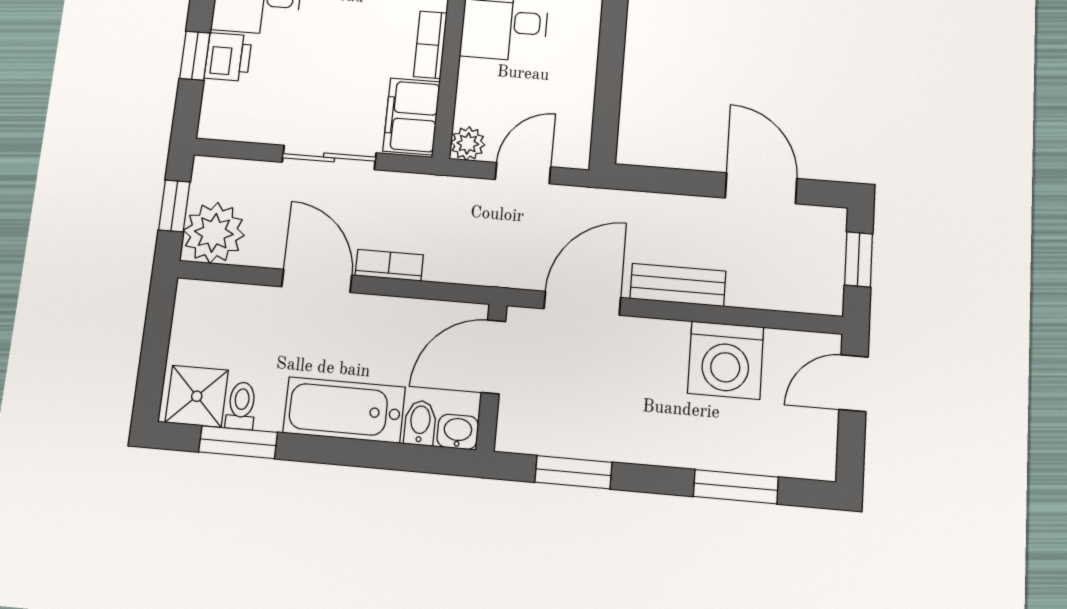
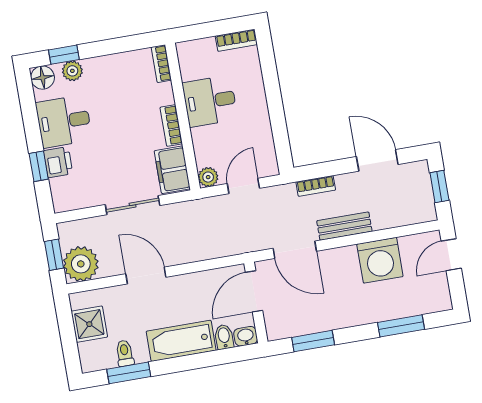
bookcase: (389, 265) -> (316, 186), moved, turned 180
door: (582, 303) -> (295, 250), swing flipped
shower: (197, 396) -> (89, 324), moved

